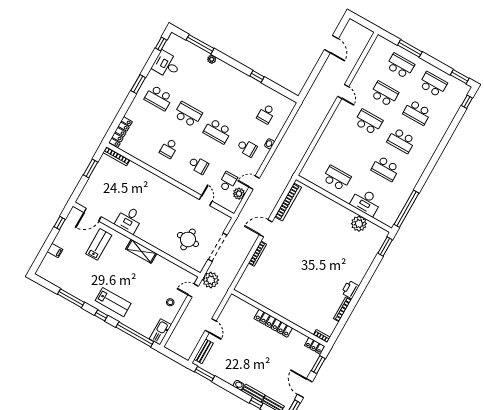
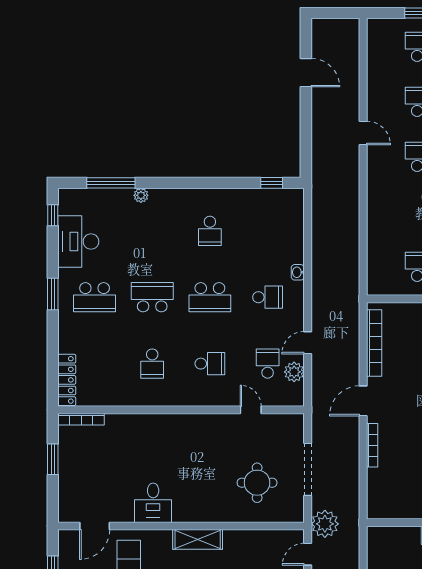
desk: (166, 65) -> (78, 242), width x1.37
window: (257, 76) -> (272, 183), moved
school desk: (266, 114) -> (210, 231), moved

